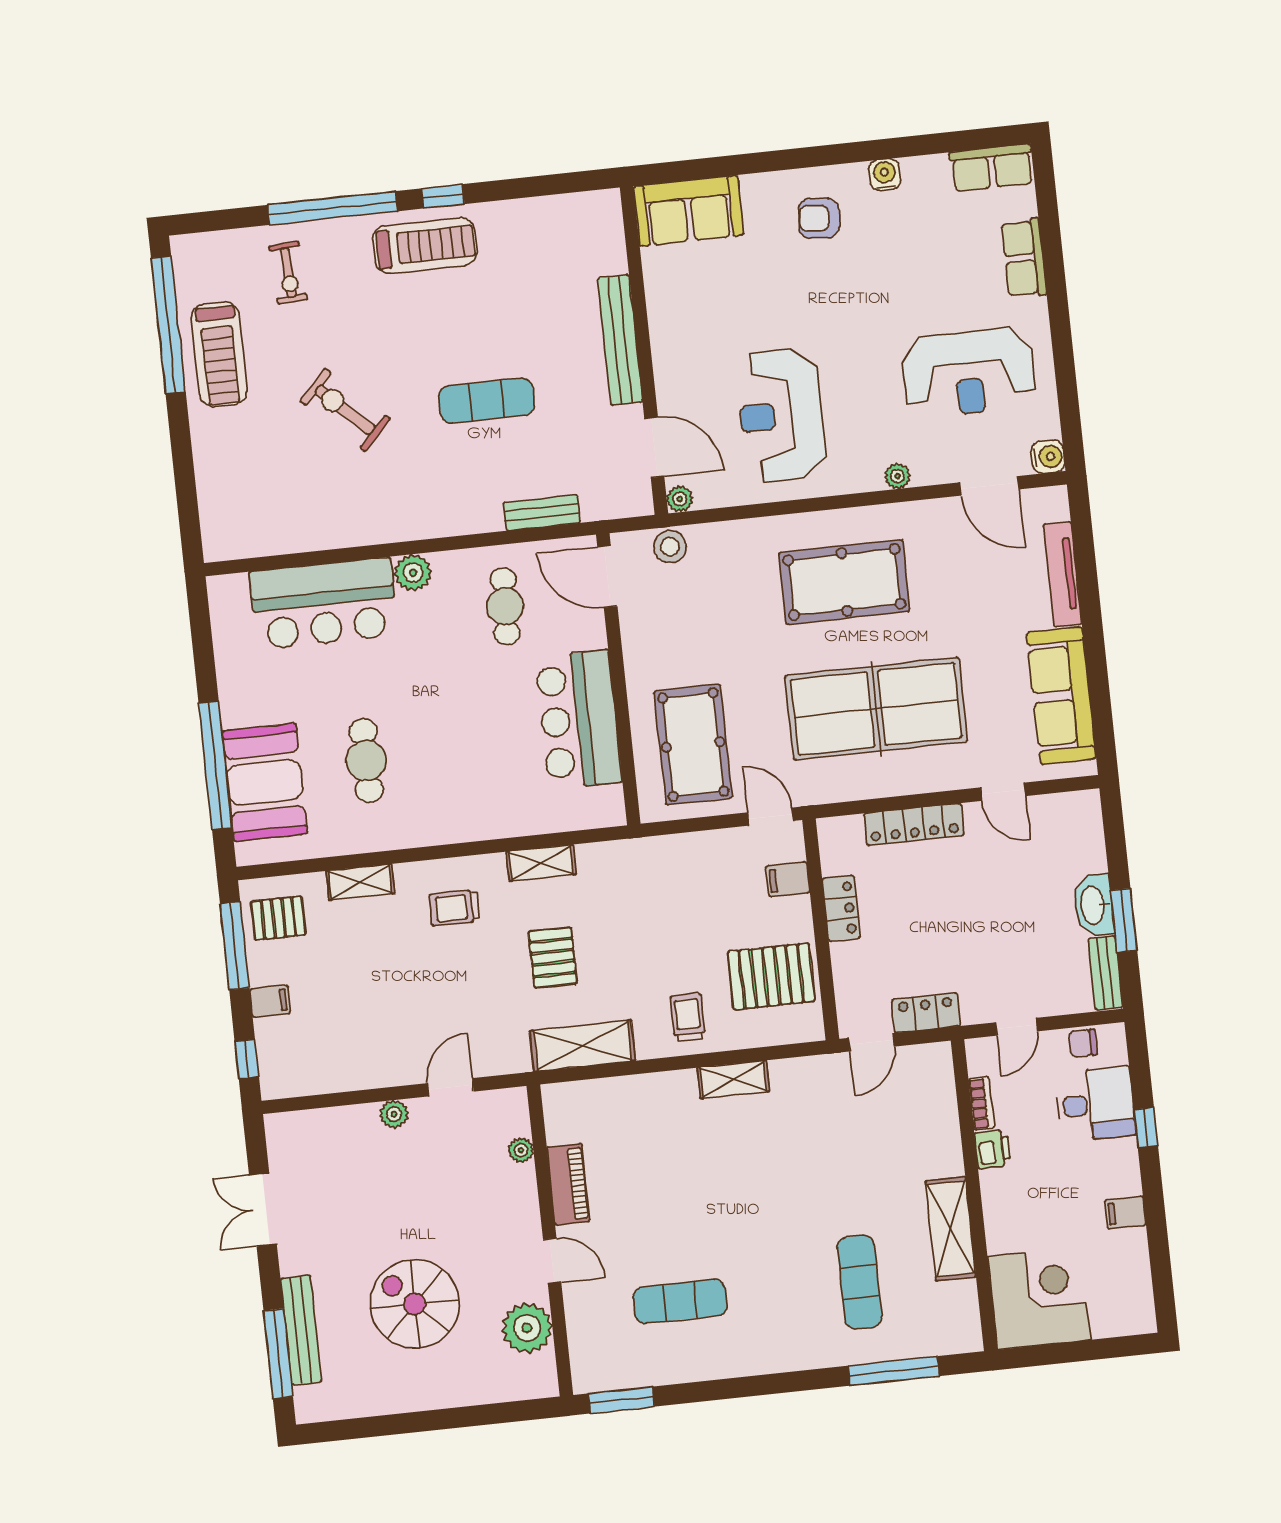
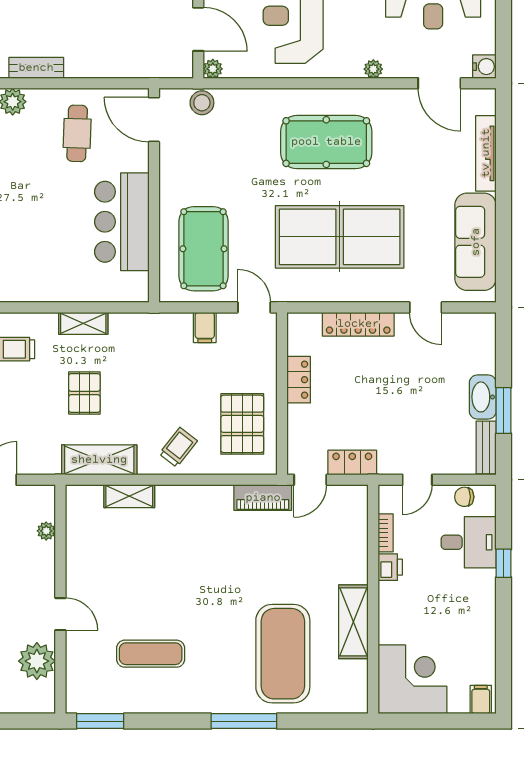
bench: (542, 513) -> (36, 68), moved
filing cabinet: (788, 879) -> (205, 327), moved, turned -90
pallet: (771, 976) -> (242, 424), turned 90
trolley: (688, 1017) -> (178, 447), turned 38
shelving: (733, 1079) -> (129, 496), moved
piano: (568, 1184) -> (263, 498), moved, turned 90
filing cabinet: (1125, 1213) -> (481, 699), moved, turned 90
exercise mat: (860, 1282) -> (283, 654), width x2.00, depth x1.45
window: (894, 1371) -> (244, 721), moved

